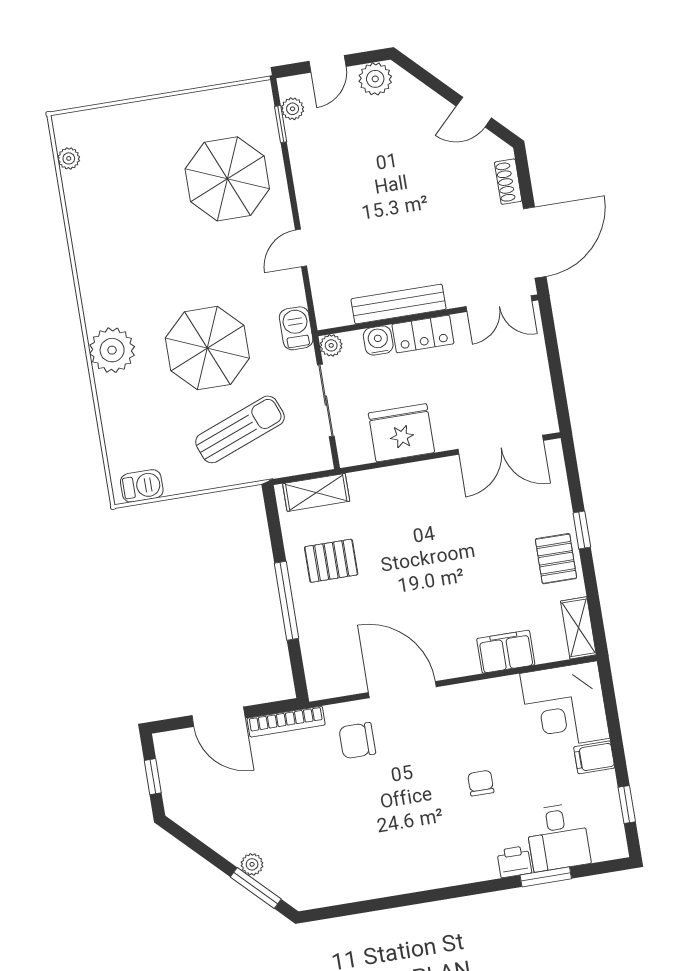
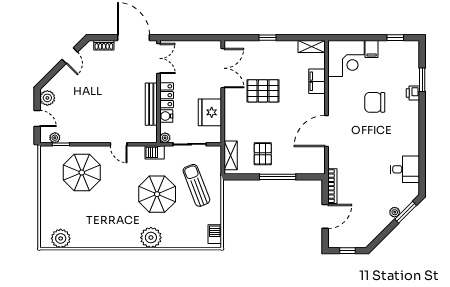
plant: (69, 158) -> (61, 238), width x1.88, depth x1.88
pallet: (556, 559) -> (263, 91), moved, width x1.50, depth x1.42
chair: (357, 741) -> (346, 155), removed
chair: (481, 783) -> (375, 102), width x1.87, depth x1.87
desk: (558, 837) -> (405, 169), moved

